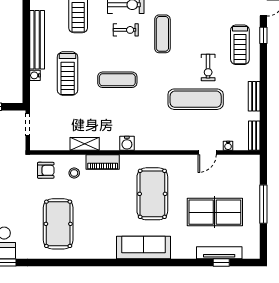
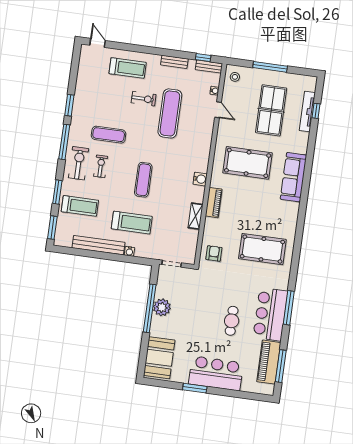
window: (263, 35) -> (203, 58), moved
stool: (74, 173) -> (235, 77), moved

